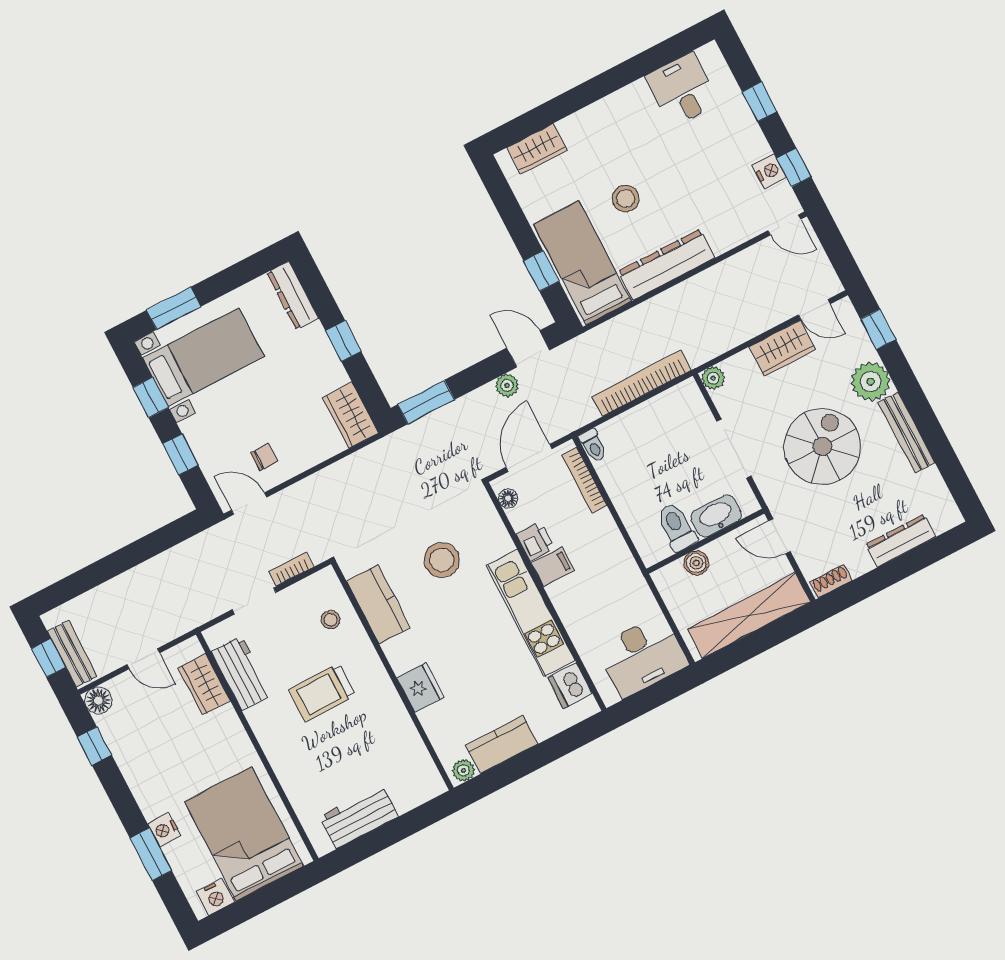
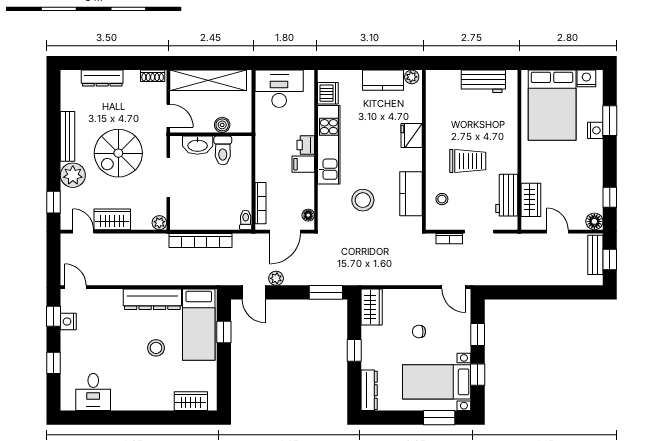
chair: (264, 457) -> (419, 332), moved
printer: (535, 542) -> (306, 145), moved

